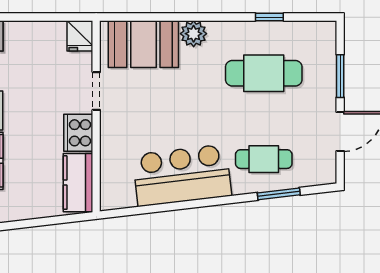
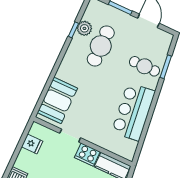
plant: (194, 34) -> (84, 28), moved
fridge: (80, 36) -> (32, 144), moved
cafe table: (264, 159) -> (144, 66), turned 90

